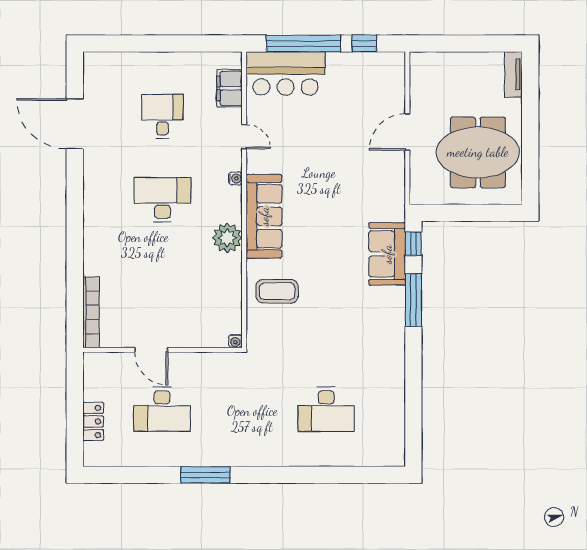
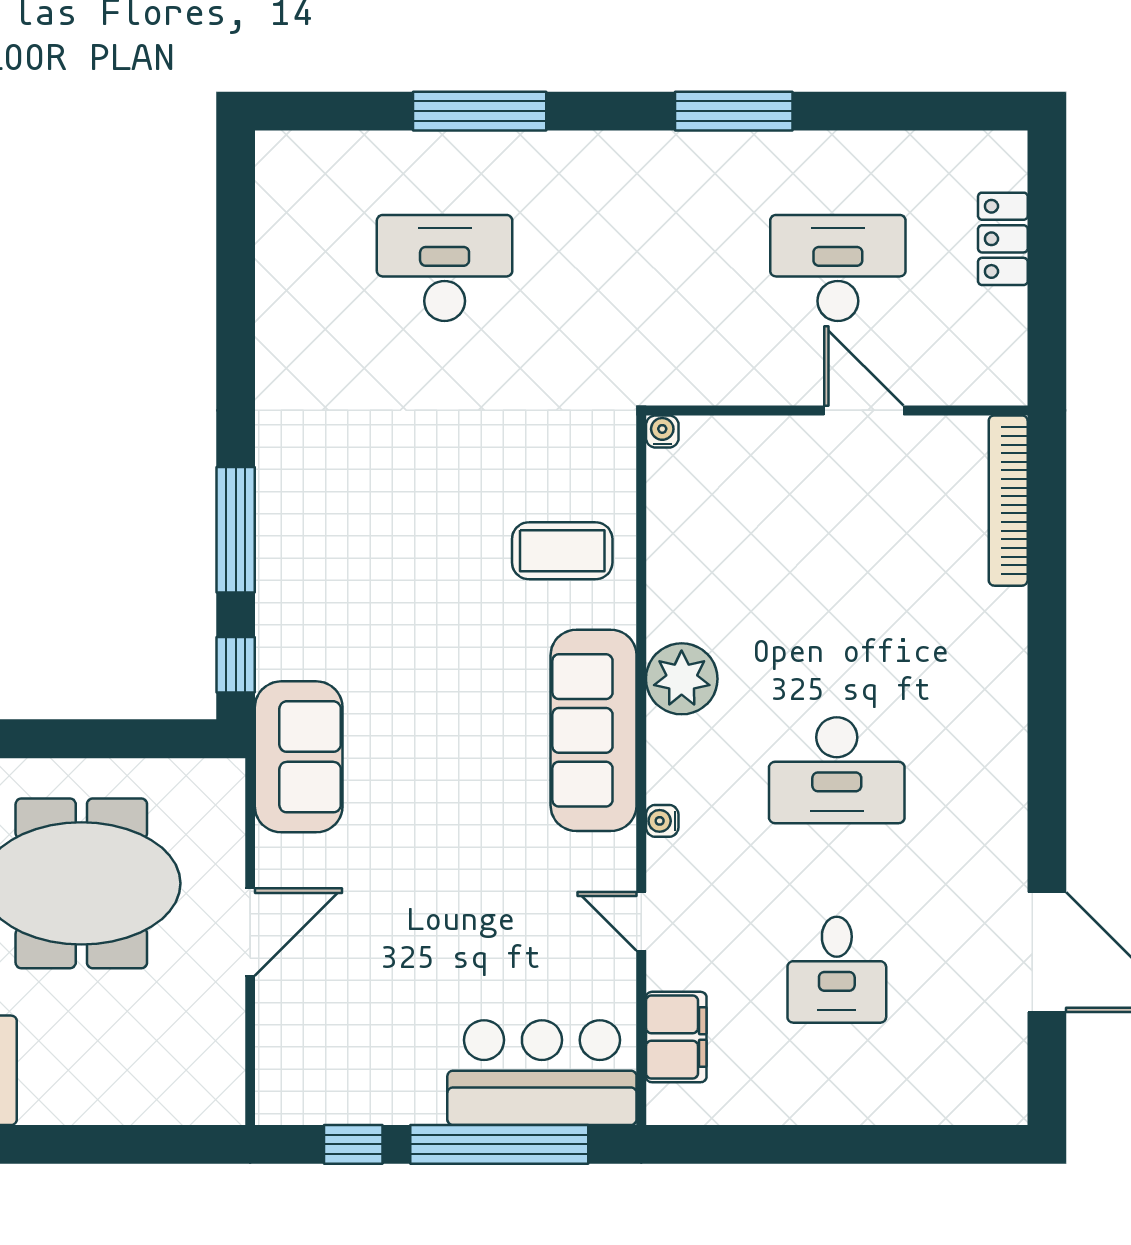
sofa: (387, 254) -> (299, 757), moved
window: (312, 475) -> (480, 111), added

